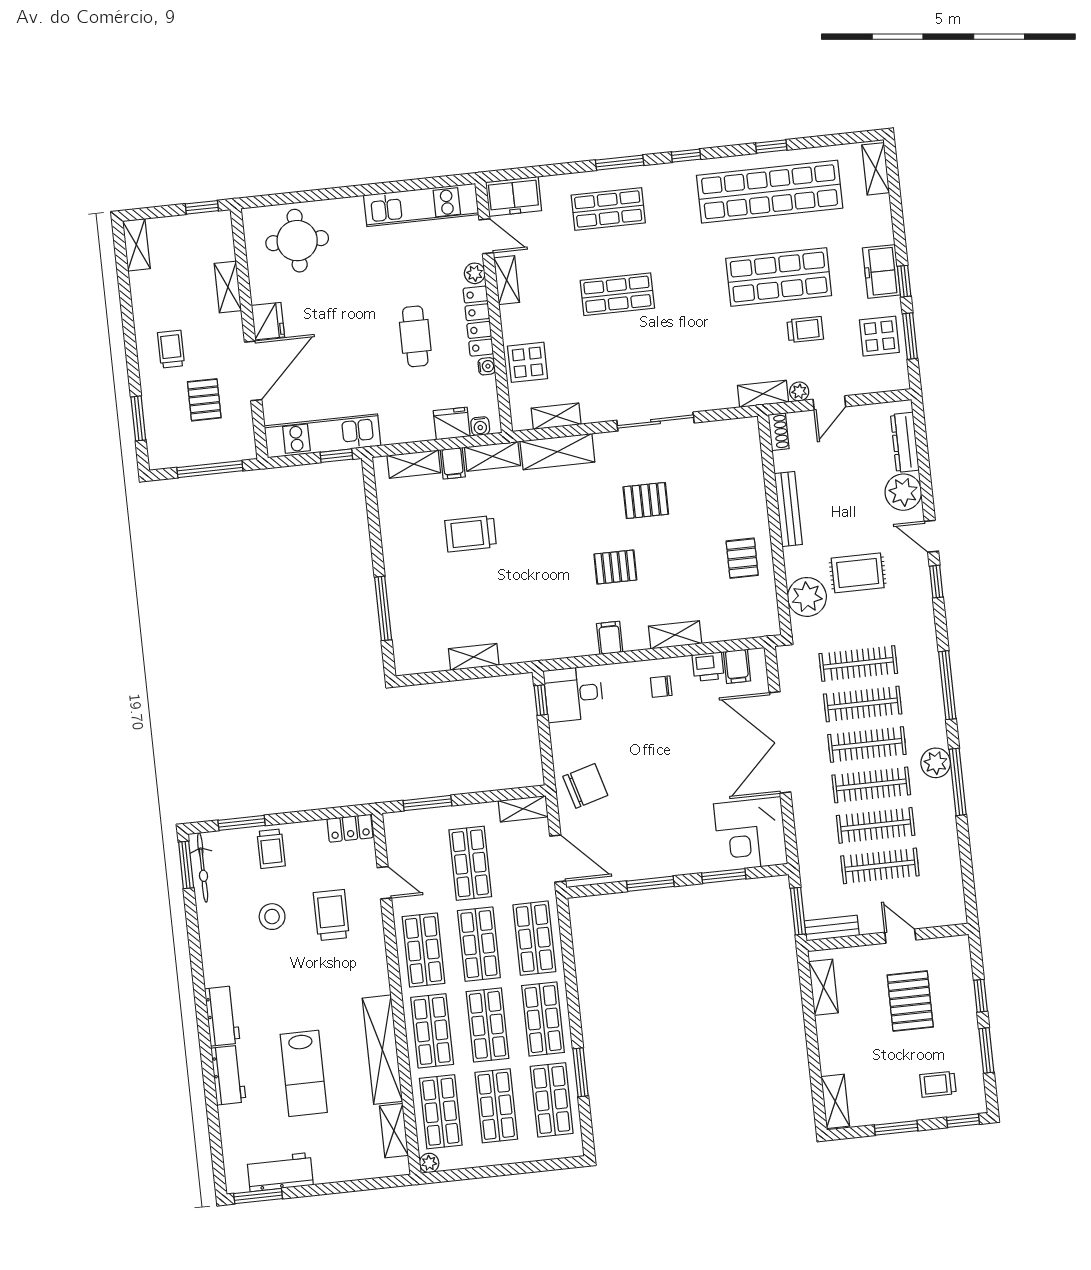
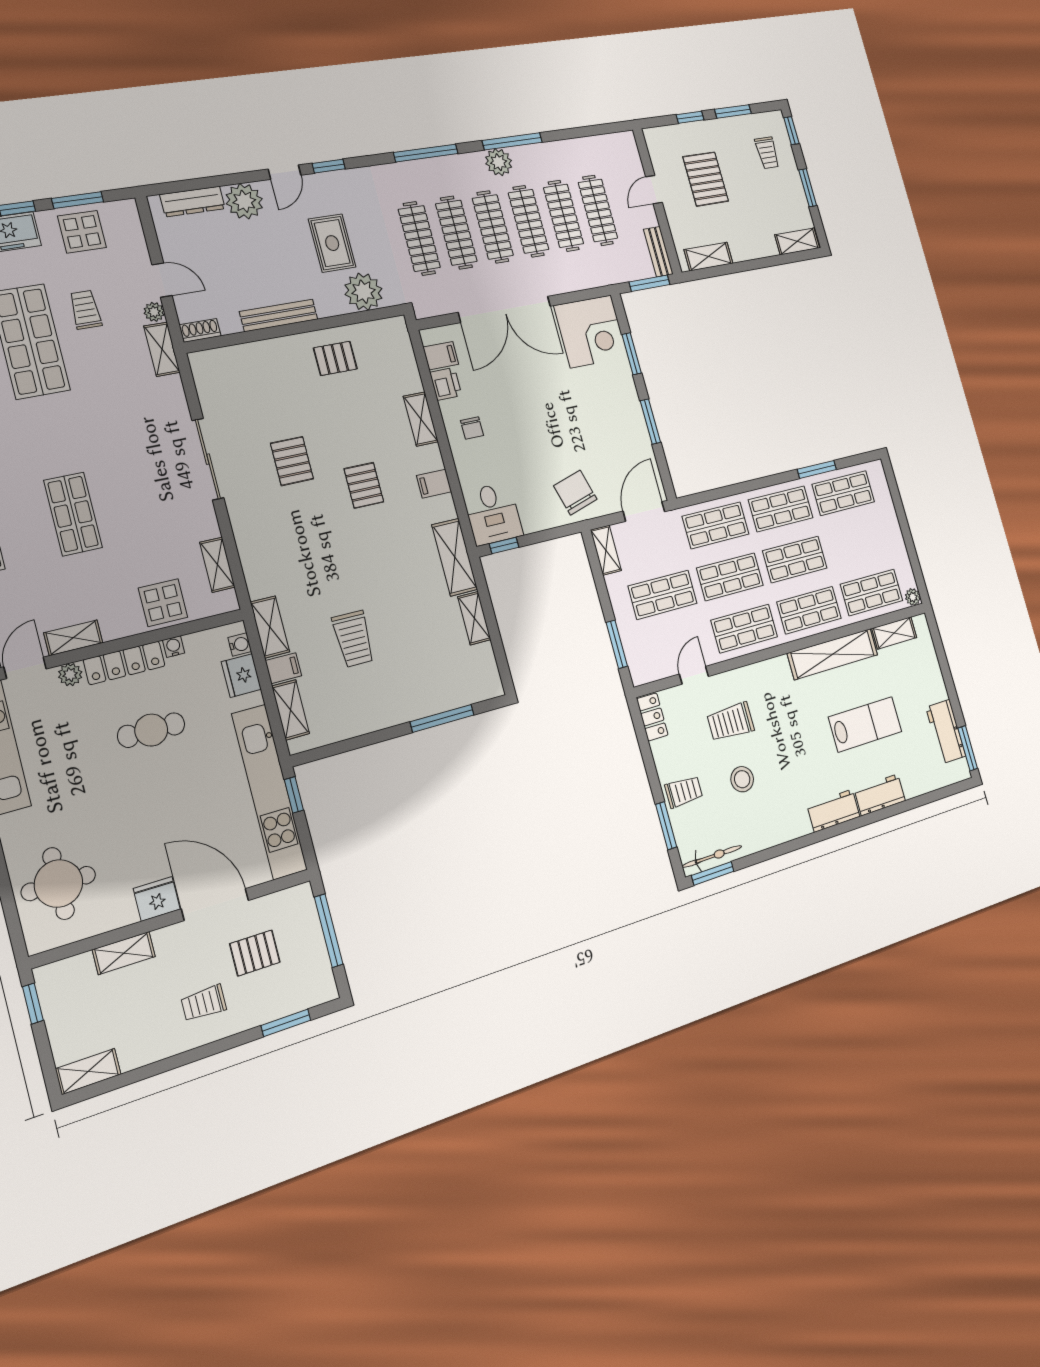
kitchen unit: (323, 436) -> (269, 792), width x1.36
shelving: (557, 452) -> (455, 557), moved
pallet: (910, 1001) -> (706, 179), turned 90
shop shelf: (496, 1106) -> (857, 543), removed

